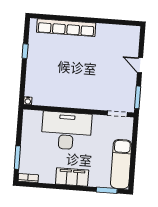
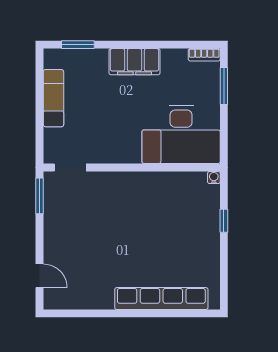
window: (25, 51) -> (224, 221), moved
door: (140, 65) -> (40, 276), moved
desk: (66, 131) -> (181, 134), moved
exam couch: (121, 164) -> (53, 98), width x0.73, depth x0.69

